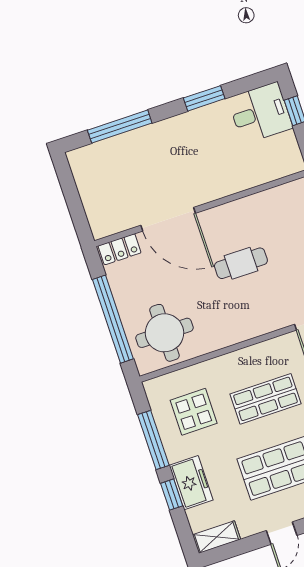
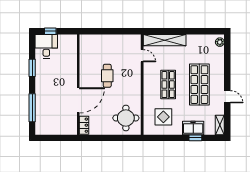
window: (113, 319) -> (113, 138), removed
window: (153, 440) -> (170, 138), removed

